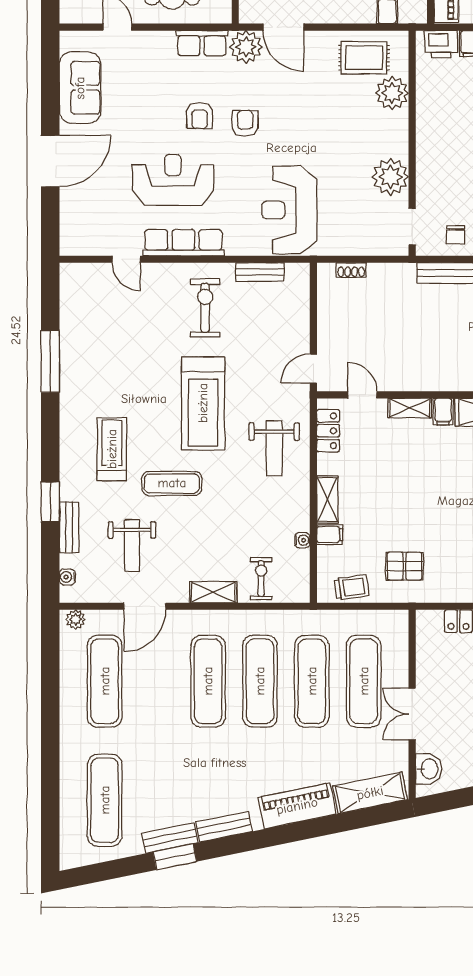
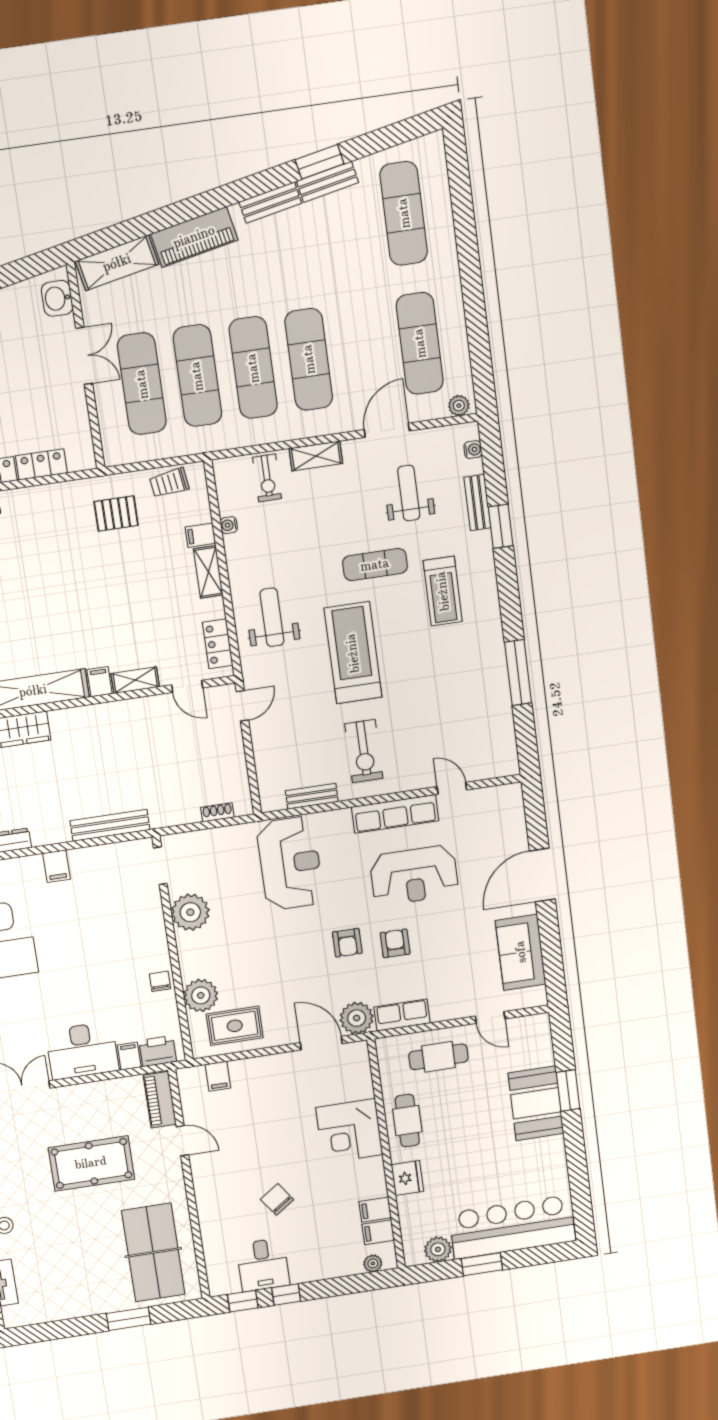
chair: (456, 235) -> (160, 981), moved

